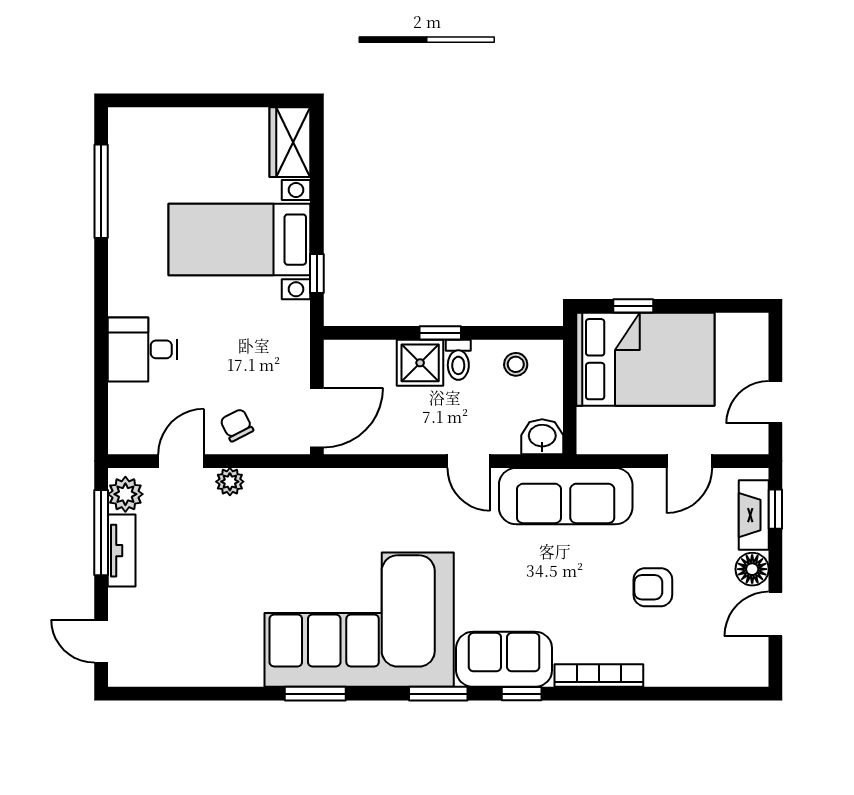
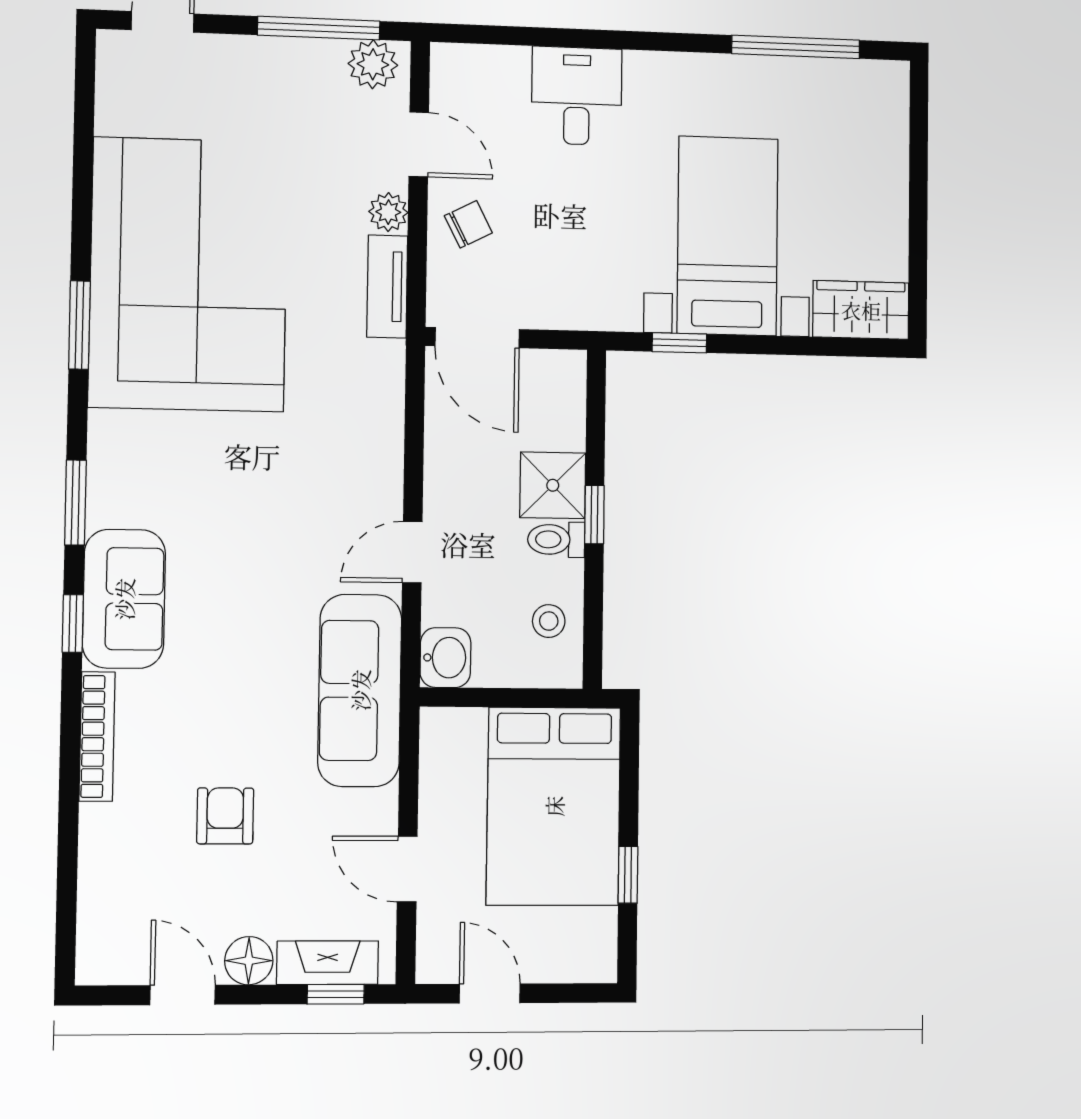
window: (633, 306) -> (628, 875), moved
tv unit: (122, 551) -> (387, 287), moved, turned 90
corner sofa: (359, 620) -> (189, 274), moved

